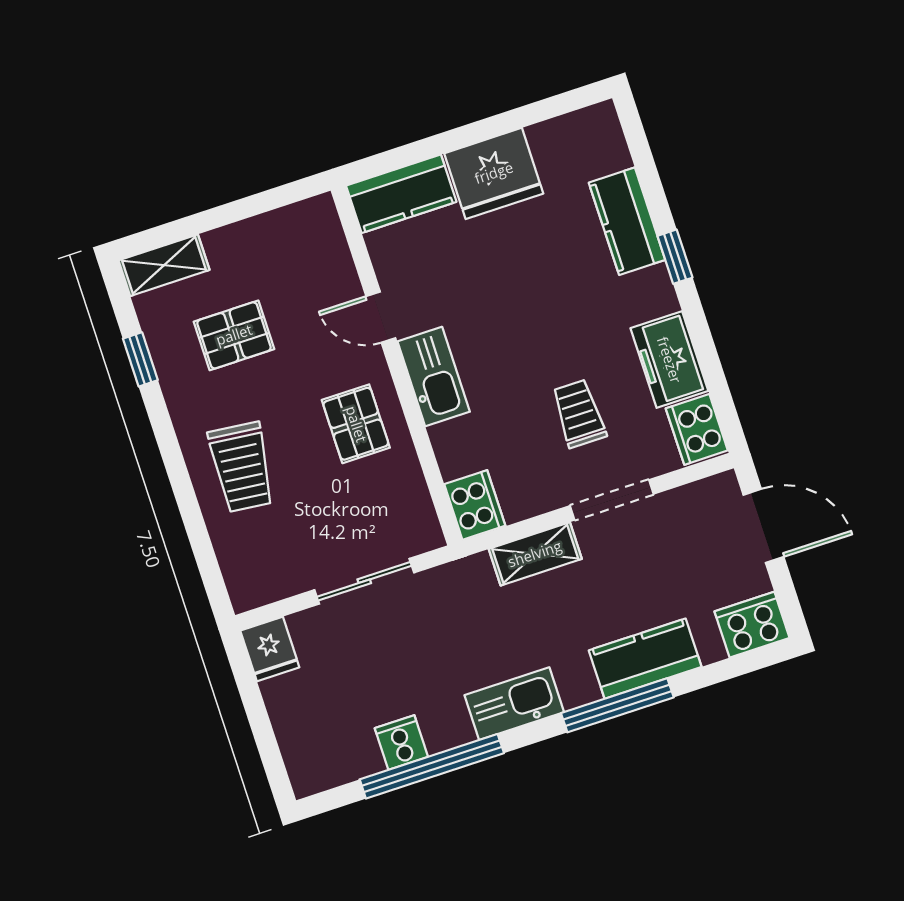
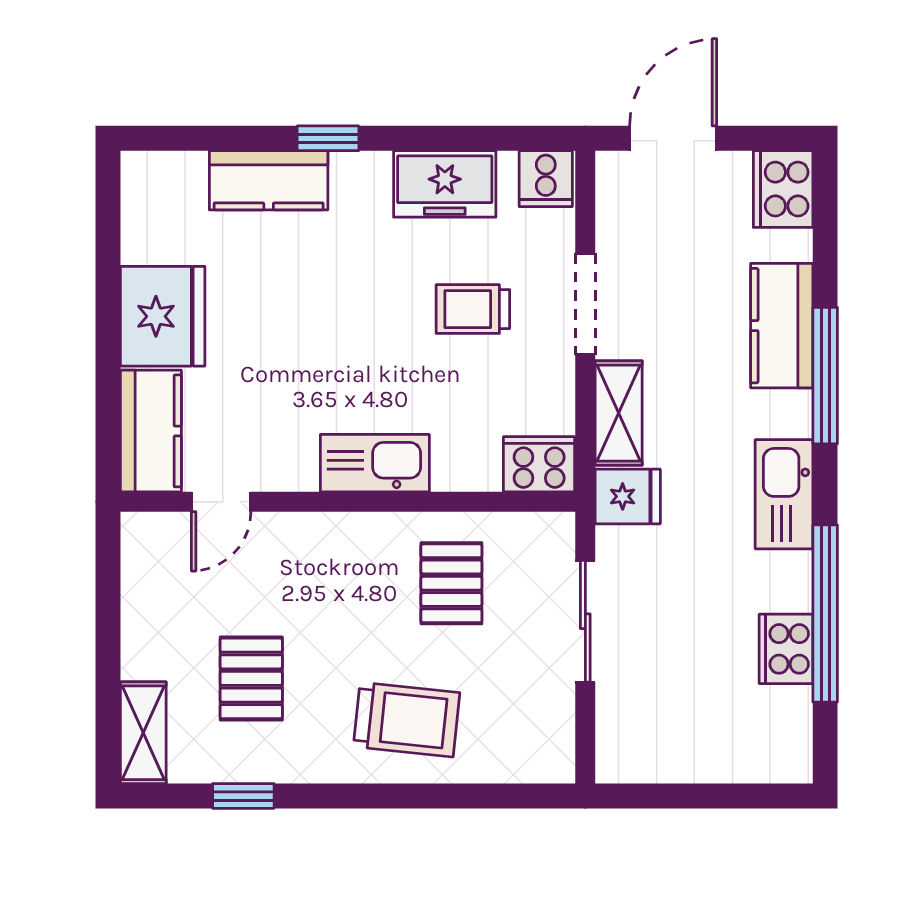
door: (381, 317) -> (221, 502), moved
pallet: (356, 424) -> (451, 583), moved, turned 90
cooker: (697, 429) -> (546, 179), width x0.73
fridge: (270, 649) -> (628, 496), moved
cooker: (401, 742) -> (786, 649), width x1.36

